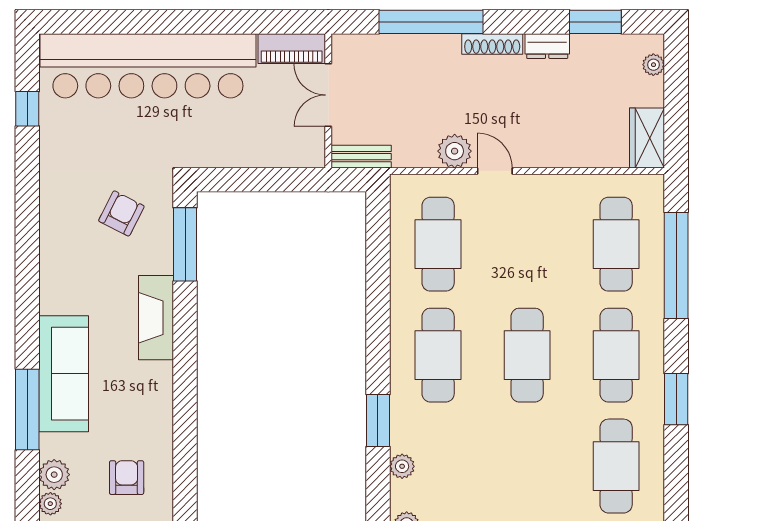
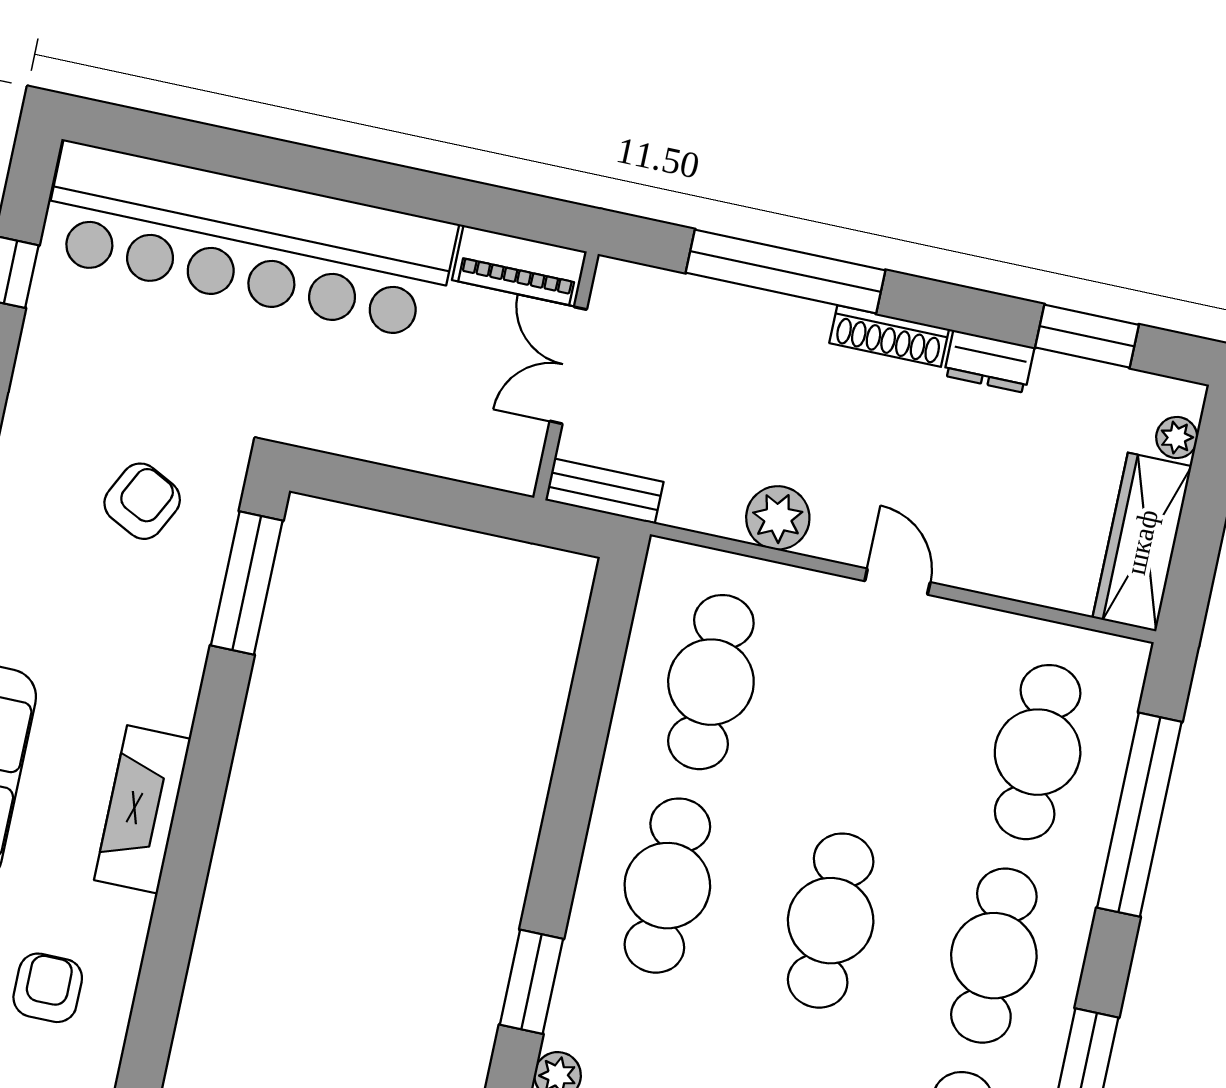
wardrobe: (647, 138) -> (1142, 542), width x1.50
door: (495, 171) -> (897, 582), moved
fireplace: (156, 318) -> (142, 809), moved

